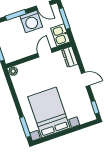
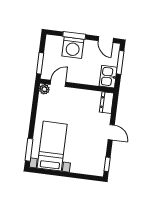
washing machine: (31, 22) -> (73, 48), moved
door: (45, 53) -> (58, 83), moved
bed with nightstands: (49, 112) -> (52, 146), width x0.73

